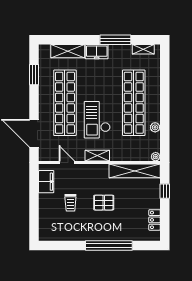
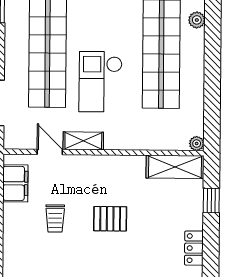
plant: (155, 127) -> (197, 20), moved
shelving: (97, 156) -> (83, 141), moved
shelving: (135, 171) -> (175, 167), width x0.68

